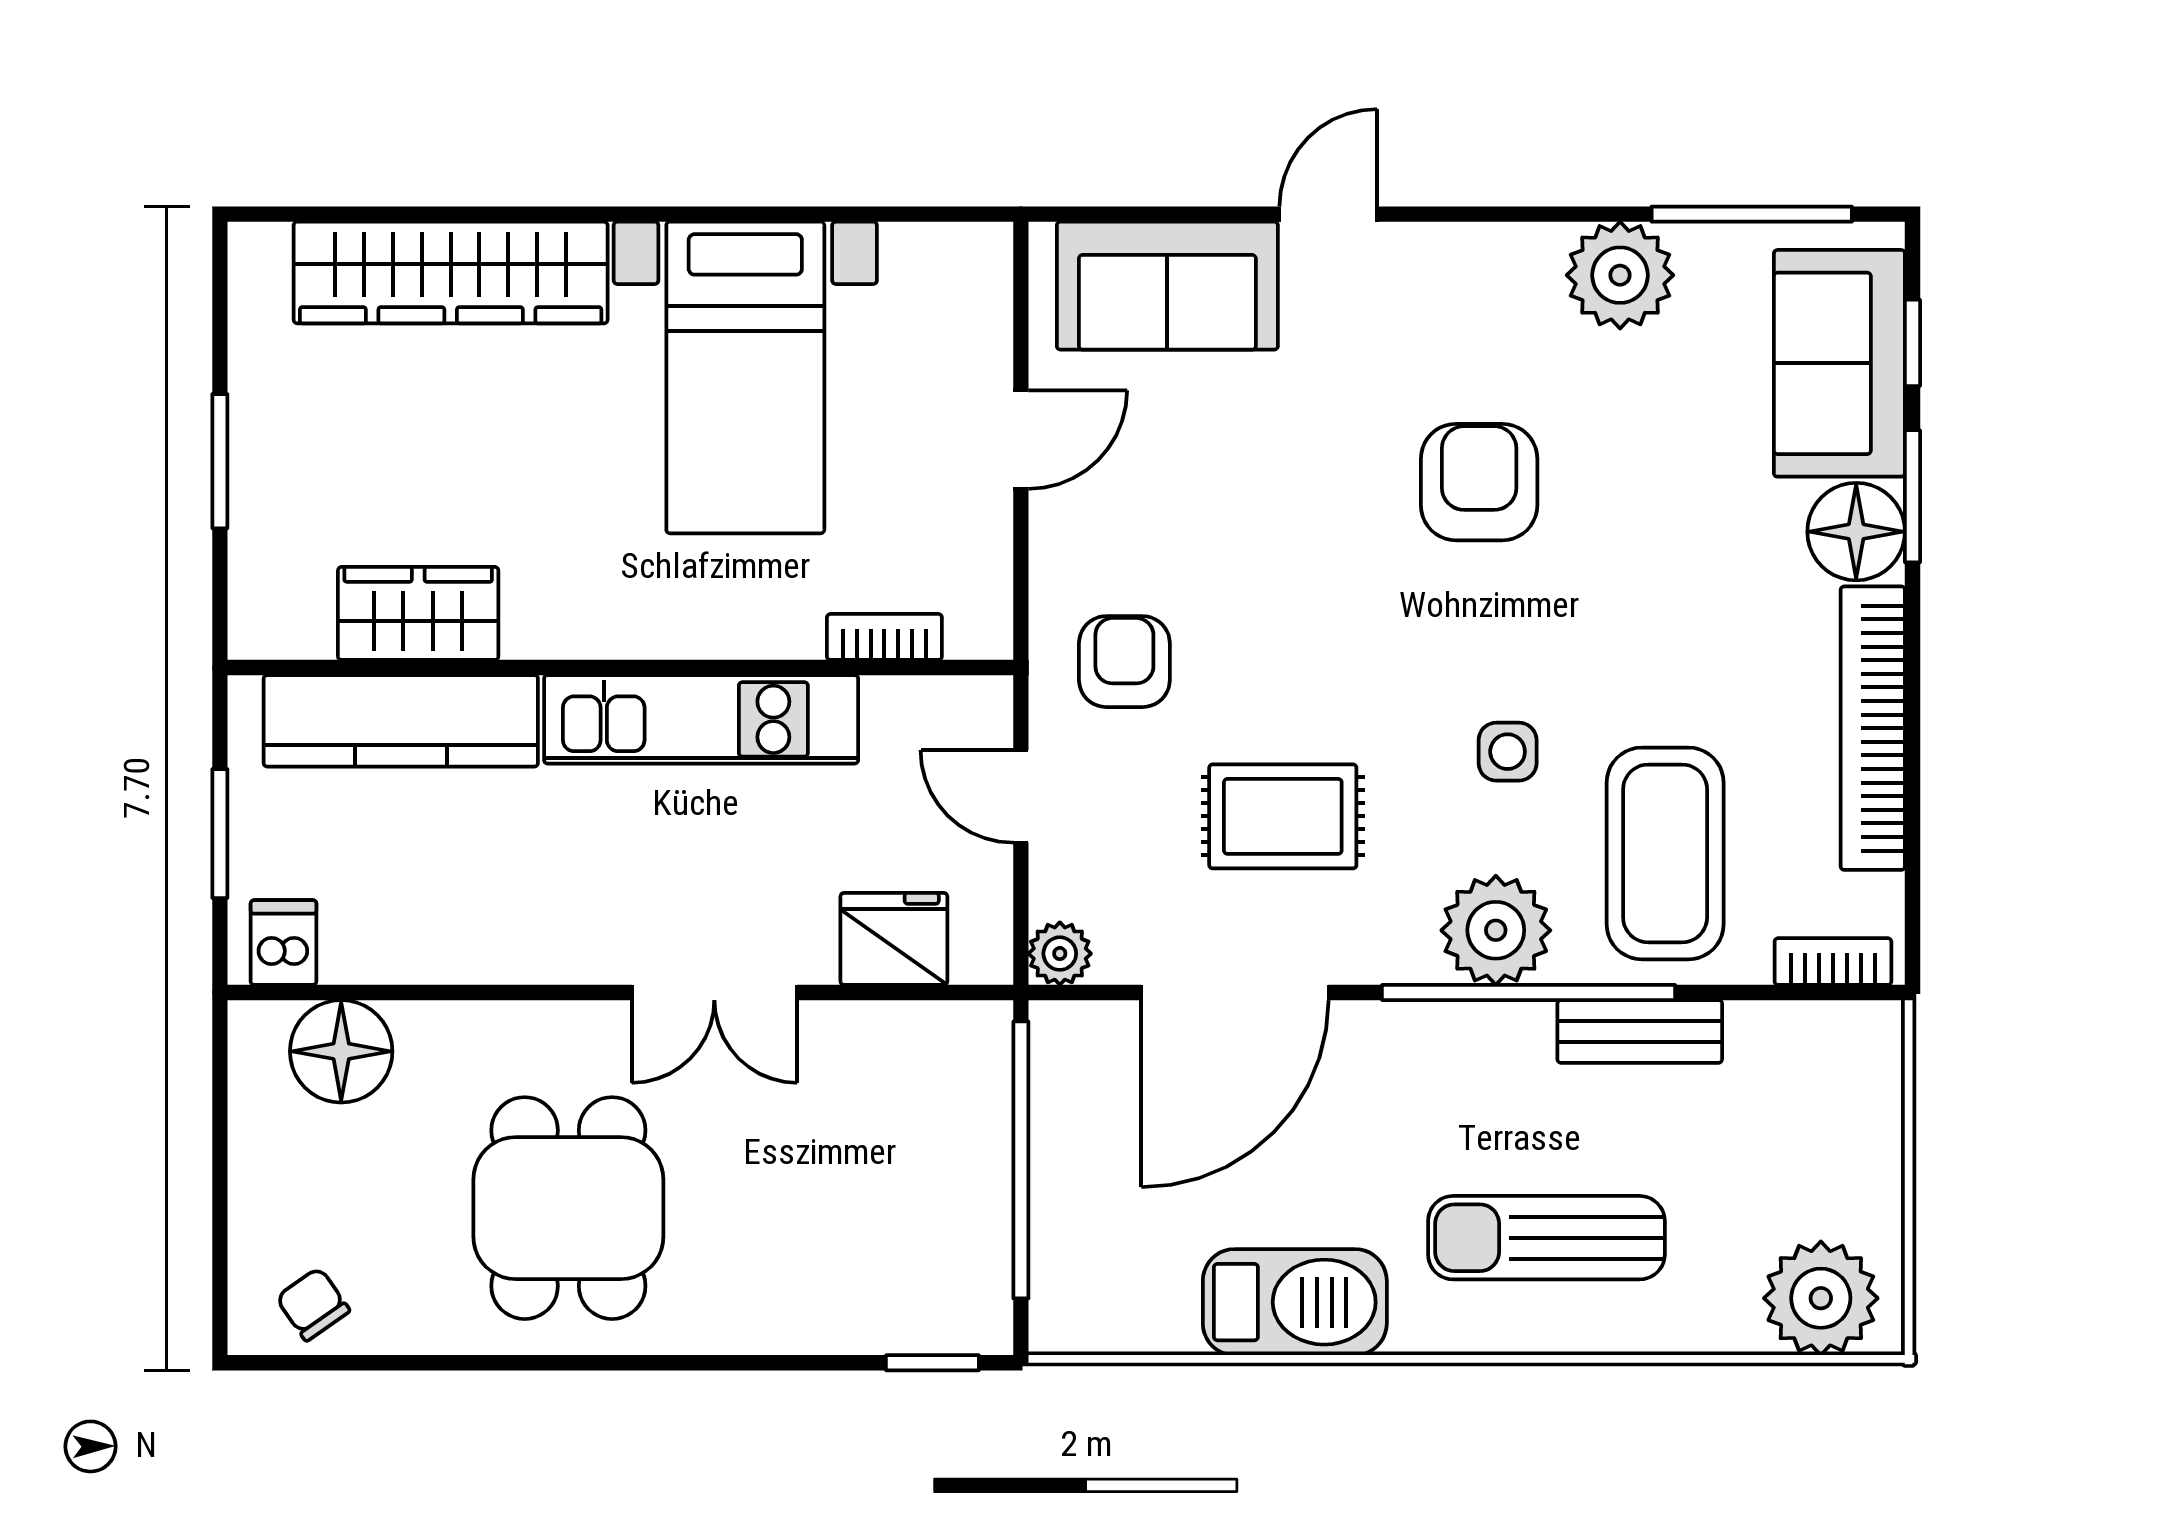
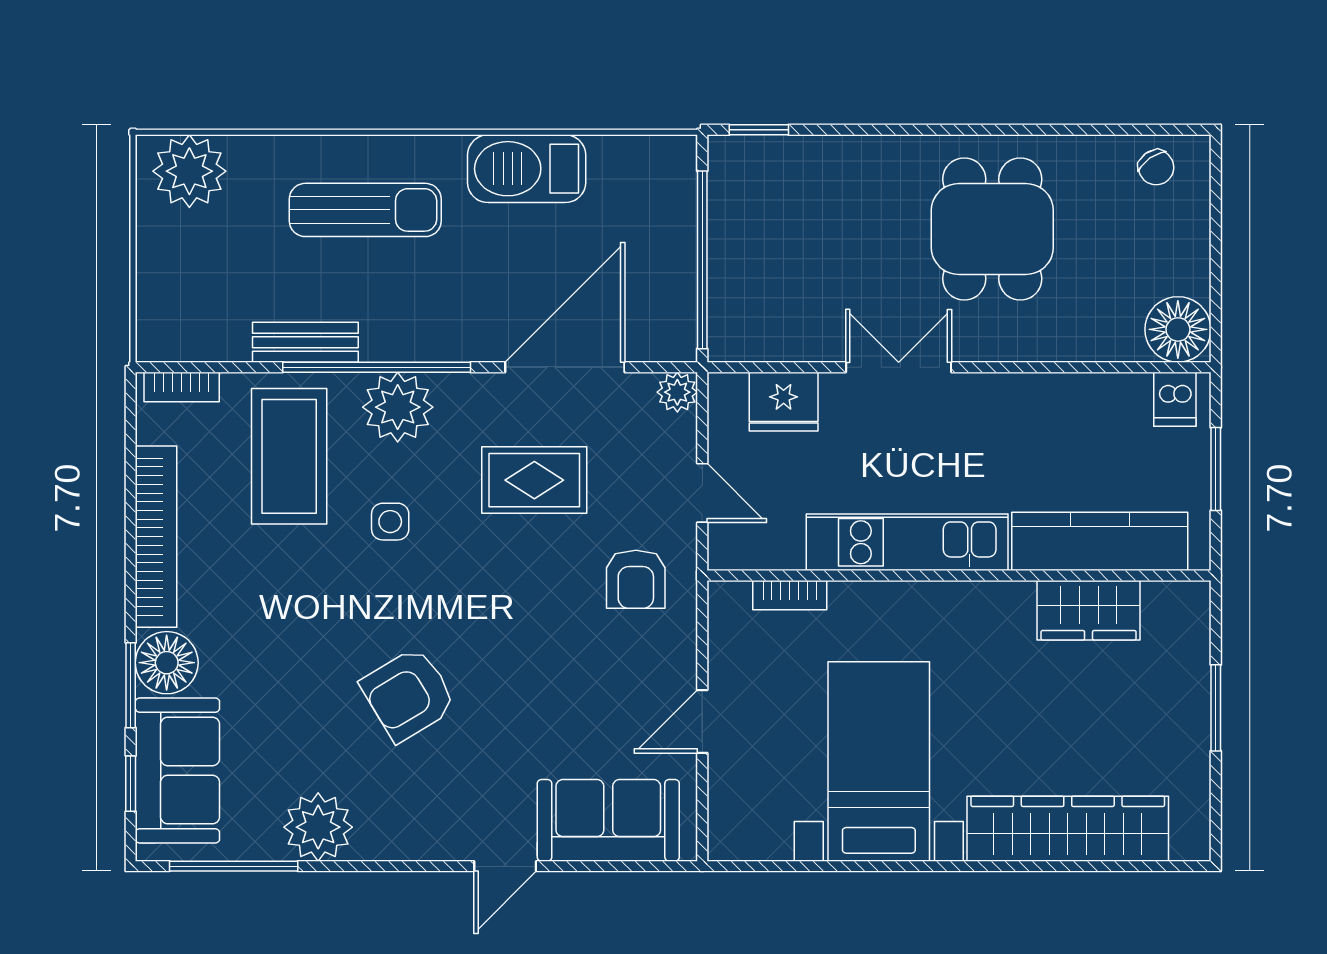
armchair: (1479, 482) -> (408, 694), turned 59
floor lamp: (341, 1051) -> (1178, 329), moved

